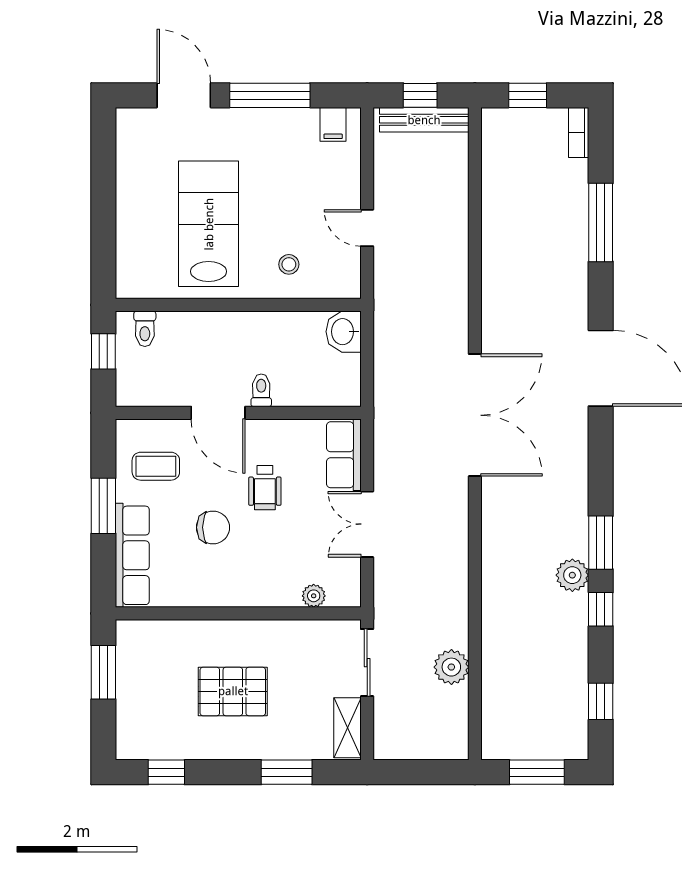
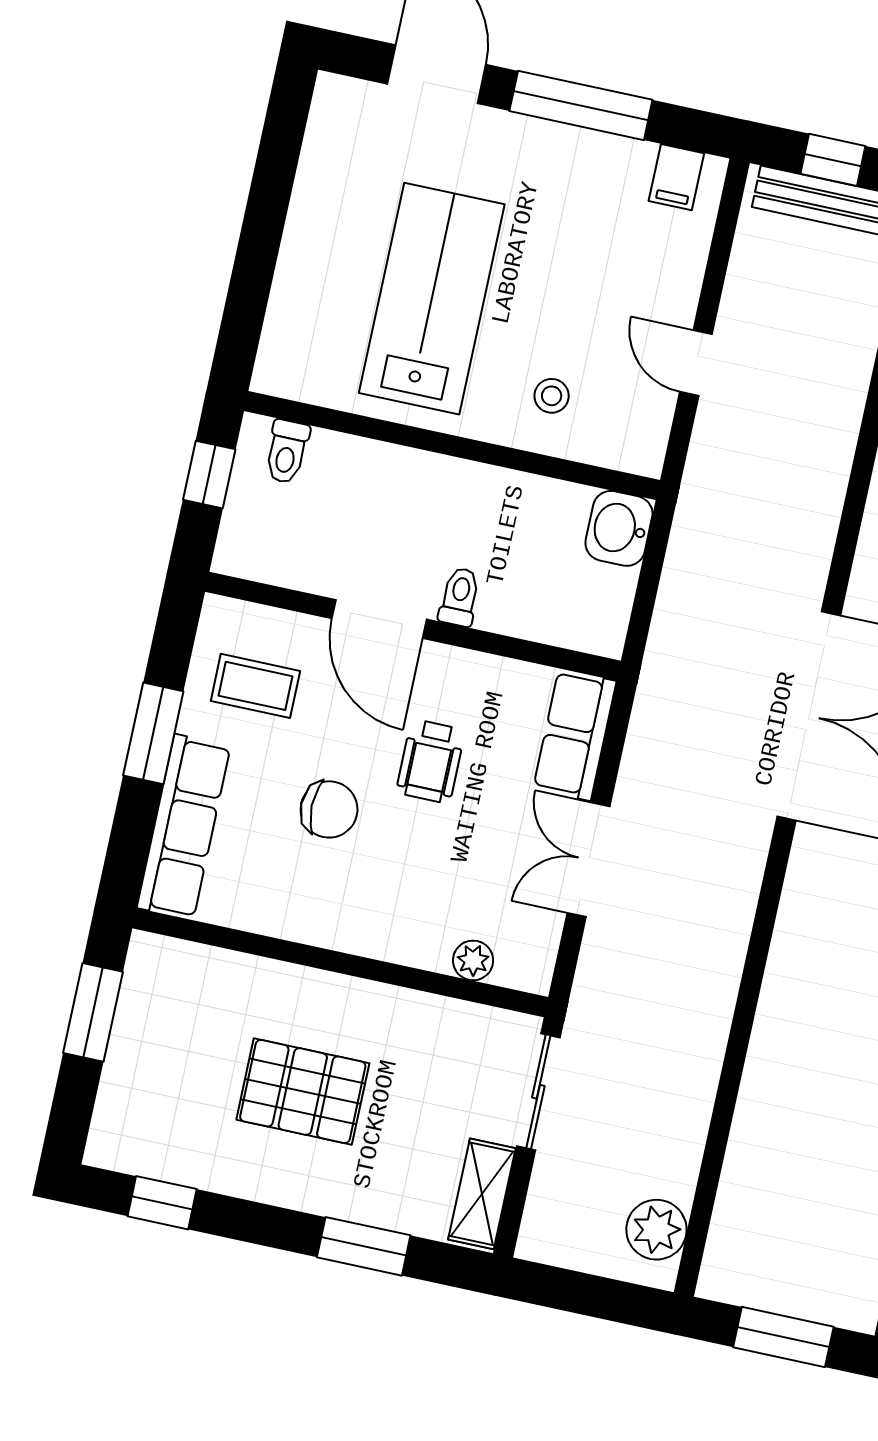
plant: (451, 667) -> (656, 1230), moved

